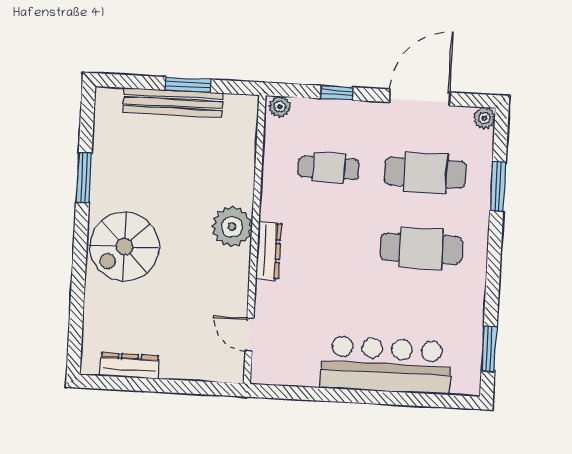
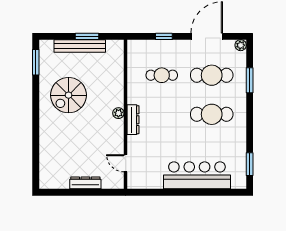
plant: (280, 107) -> (135, 45), removed
window: (84, 177) -> (36, 62), moved
plant: (232, 227) -> (118, 113), width x0.53, depth x0.53
spiral stairs: (124, 246) -> (69, 95), moved
dresser: (129, 366) -> (85, 183), moved

